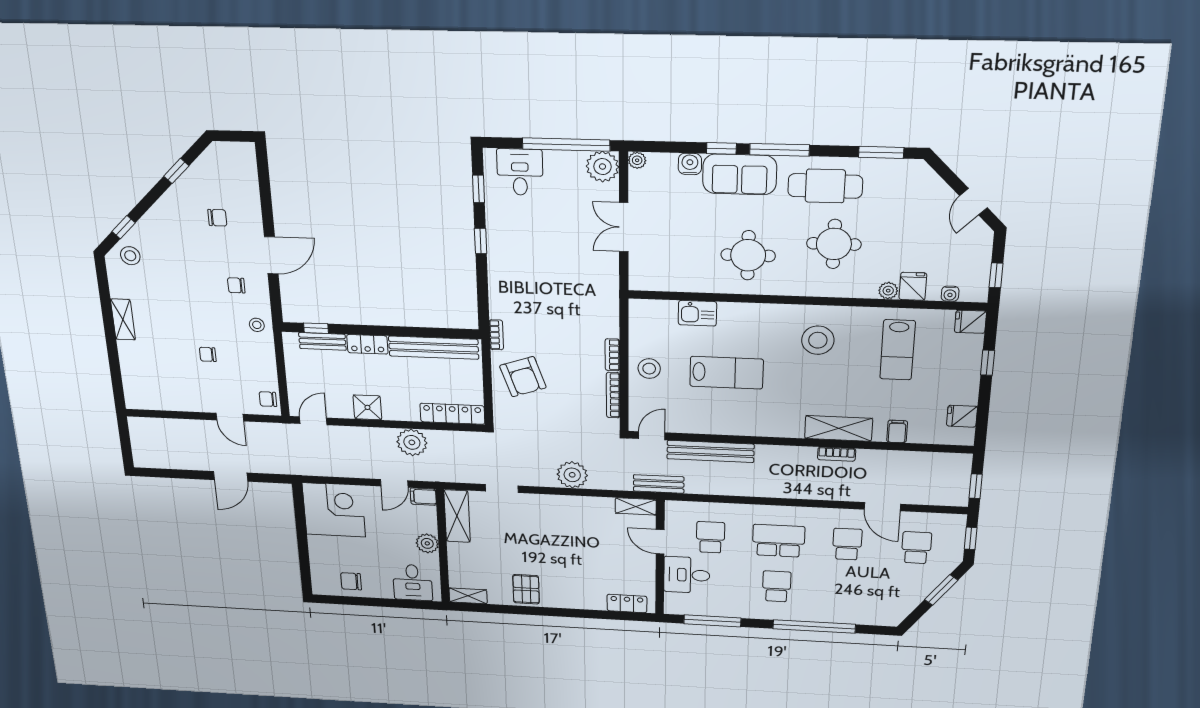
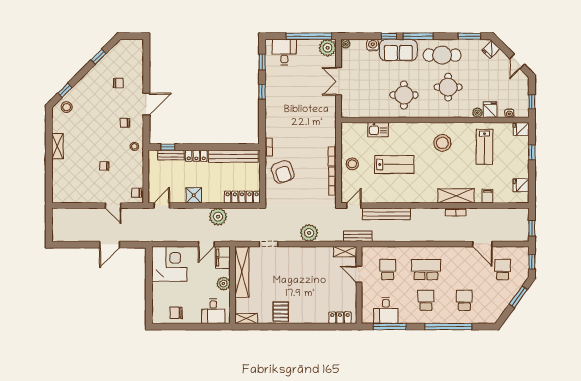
fridge: (923, 178) -> (491, 49), added
filing cabinet: (423, 497) -> (223, 257), width x2.00
shelving: (457, 516) -> (242, 272), width x1.47
school desk: (847, 544) -> (464, 300), moved
desk: (687, 575) -> (386, 310), moved, turned -90

